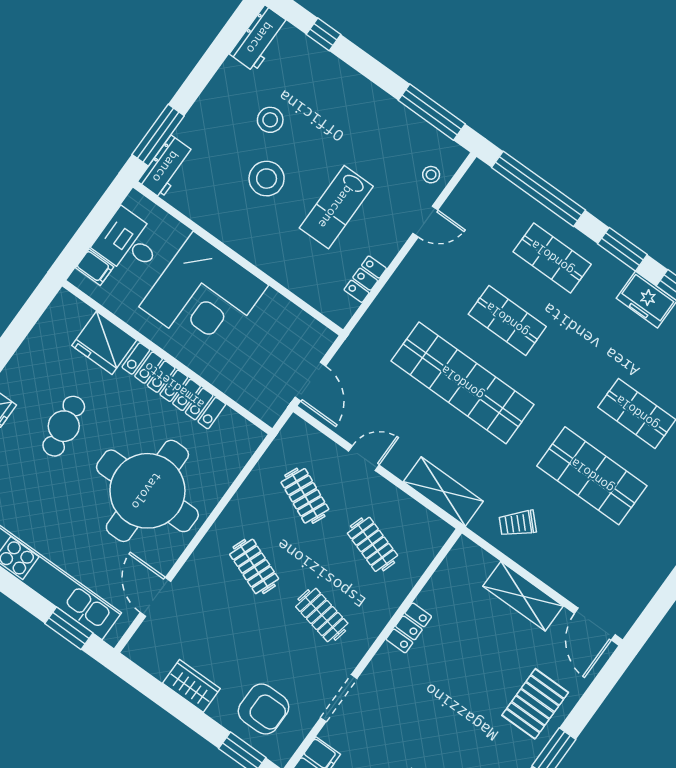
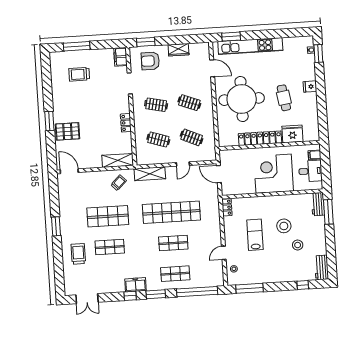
locker: (365, 279) -> (227, 207), moved
shelving: (523, 596) -> (118, 160), moved
pallet: (535, 704) -> (67, 131), turned 90

